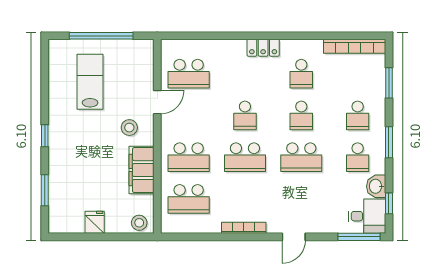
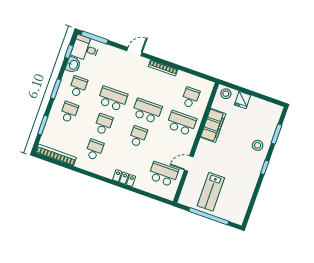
locker: (263, 48) -> (124, 178), moved
lab bench: (90, 82) -> (211, 192), moved
stool: (129, 128) -> (258, 145), moved
school desk: (189, 199) -> (190, 98), width x0.54
fridge: (95, 222) -> (243, 100), moved

